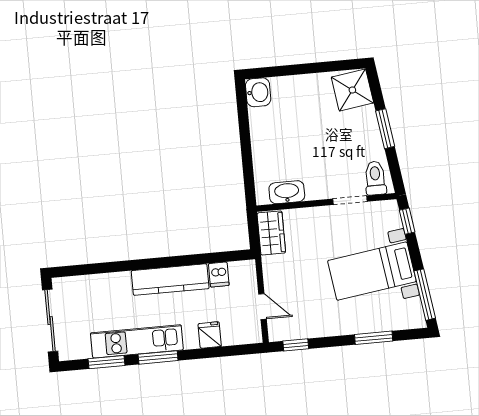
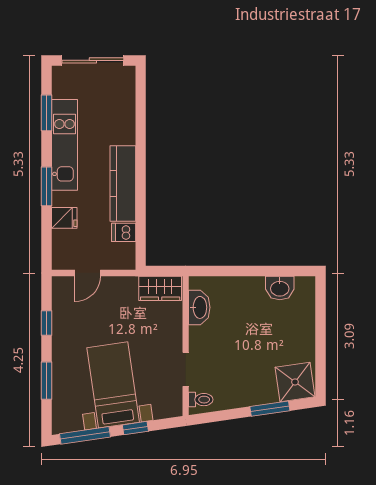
washbasin: (258, 92) -> (280, 288), moved
window: (385, 129) -> (270, 409), moved
toilet: (375, 178) -> (201, 400), width x0.73, depth x0.72
window: (407, 221) -> (135, 428), moved
window: (296, 345) -> (47, 323), moved
window: (158, 357) -> (47, 186), moved

